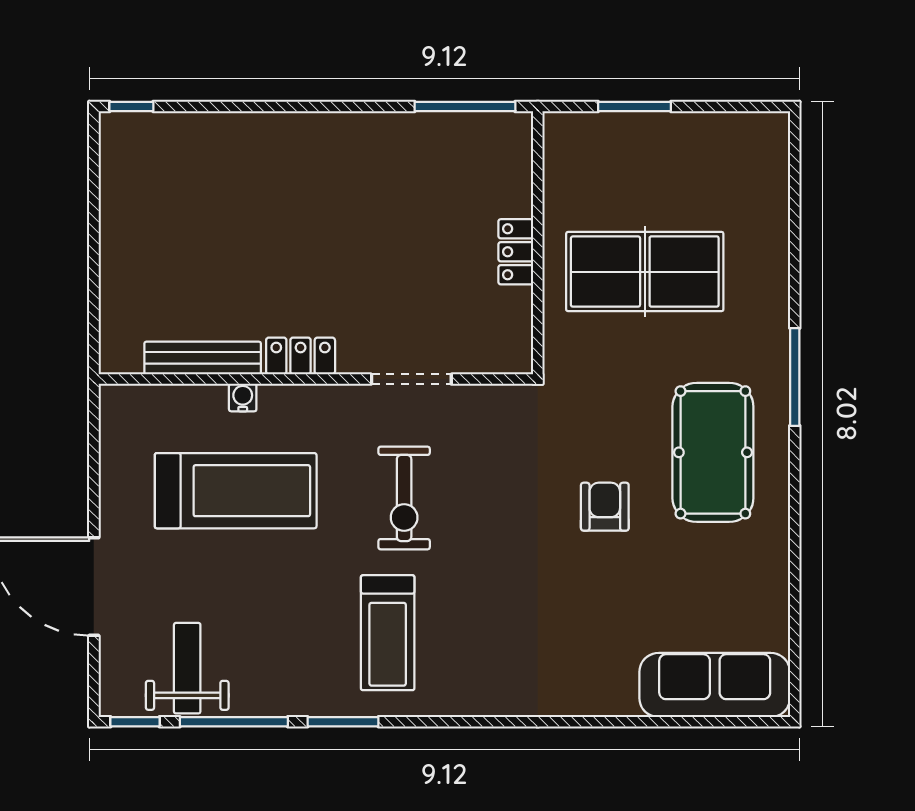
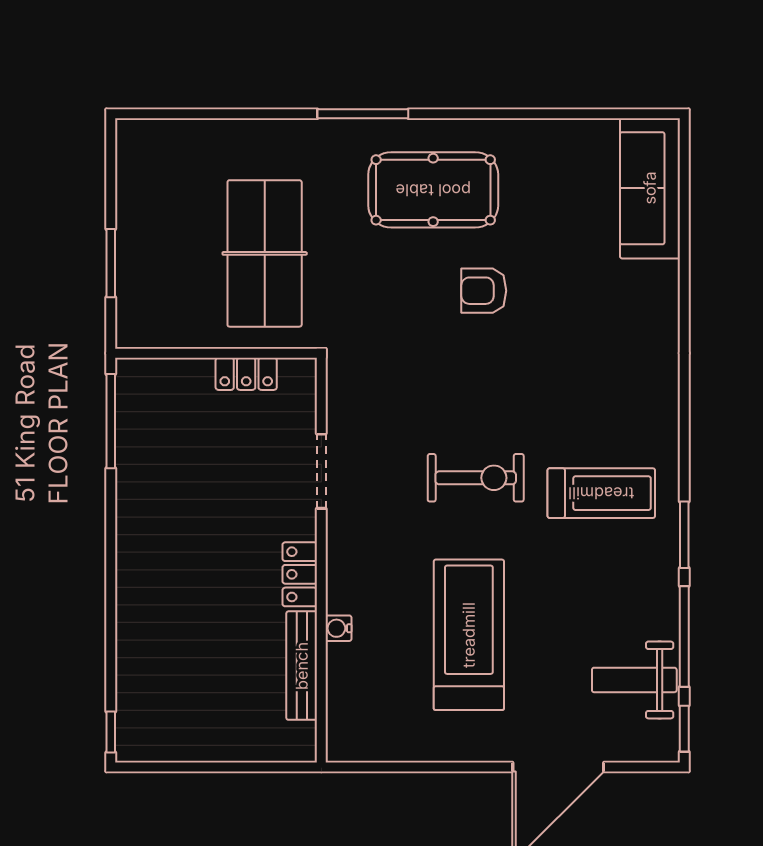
locker: (301, 356) -> (300, 574), moved
bench: (203, 358) -> (302, 666), moved
wall: (316, 379) -> (321, 560), moved
doorway: (411, 379) -> (321, 471), moved
water cooler: (243, 397) -> (338, 628), moved

